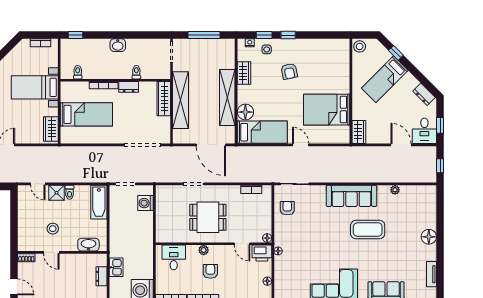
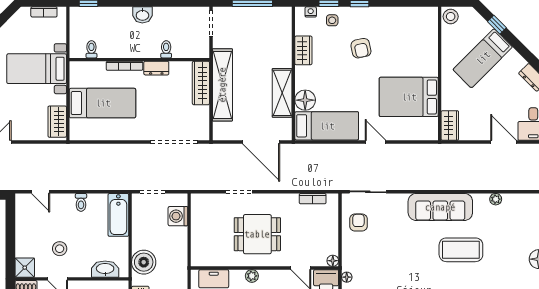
shelving: (227, 97) -> (282, 93), width x0.68
shower: (57, 193) -> (25, 268), moved
boiler: (119, 239) -> (144, 262), added

